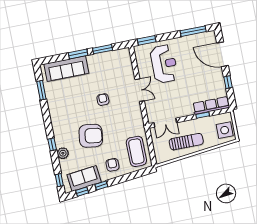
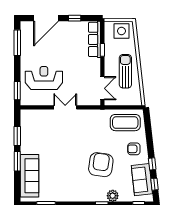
armchair: (103, 100) -> (67, 146), removed

